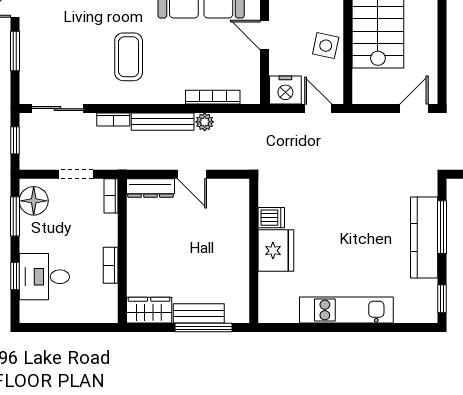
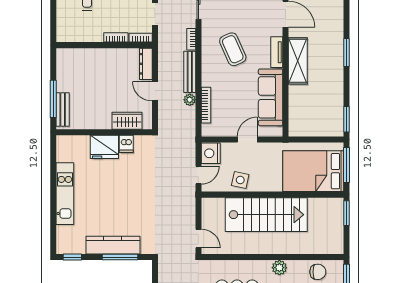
coffee table: (129, 57) -> (233, 49), turned 66
door: (192, 174) -> (155, 91), hinge flipped
bookcase: (111, 265) -> (116, 37), moved
wardrobe: (149, 310) -> (127, 121), moved, turned -90
bench: (199, 313) -> (63, 109), moved

